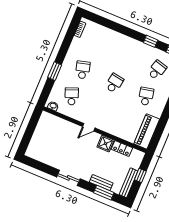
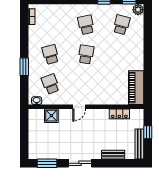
school desk: (146, 96) -> (86, 25), moved
shower: (106, 144) -> (51, 116), moved
window: (104, 193) -> (47, 163), moved

